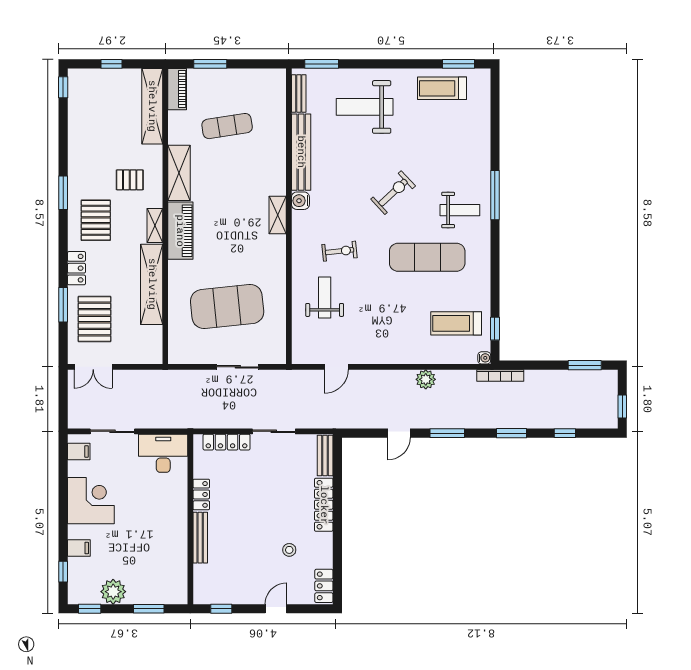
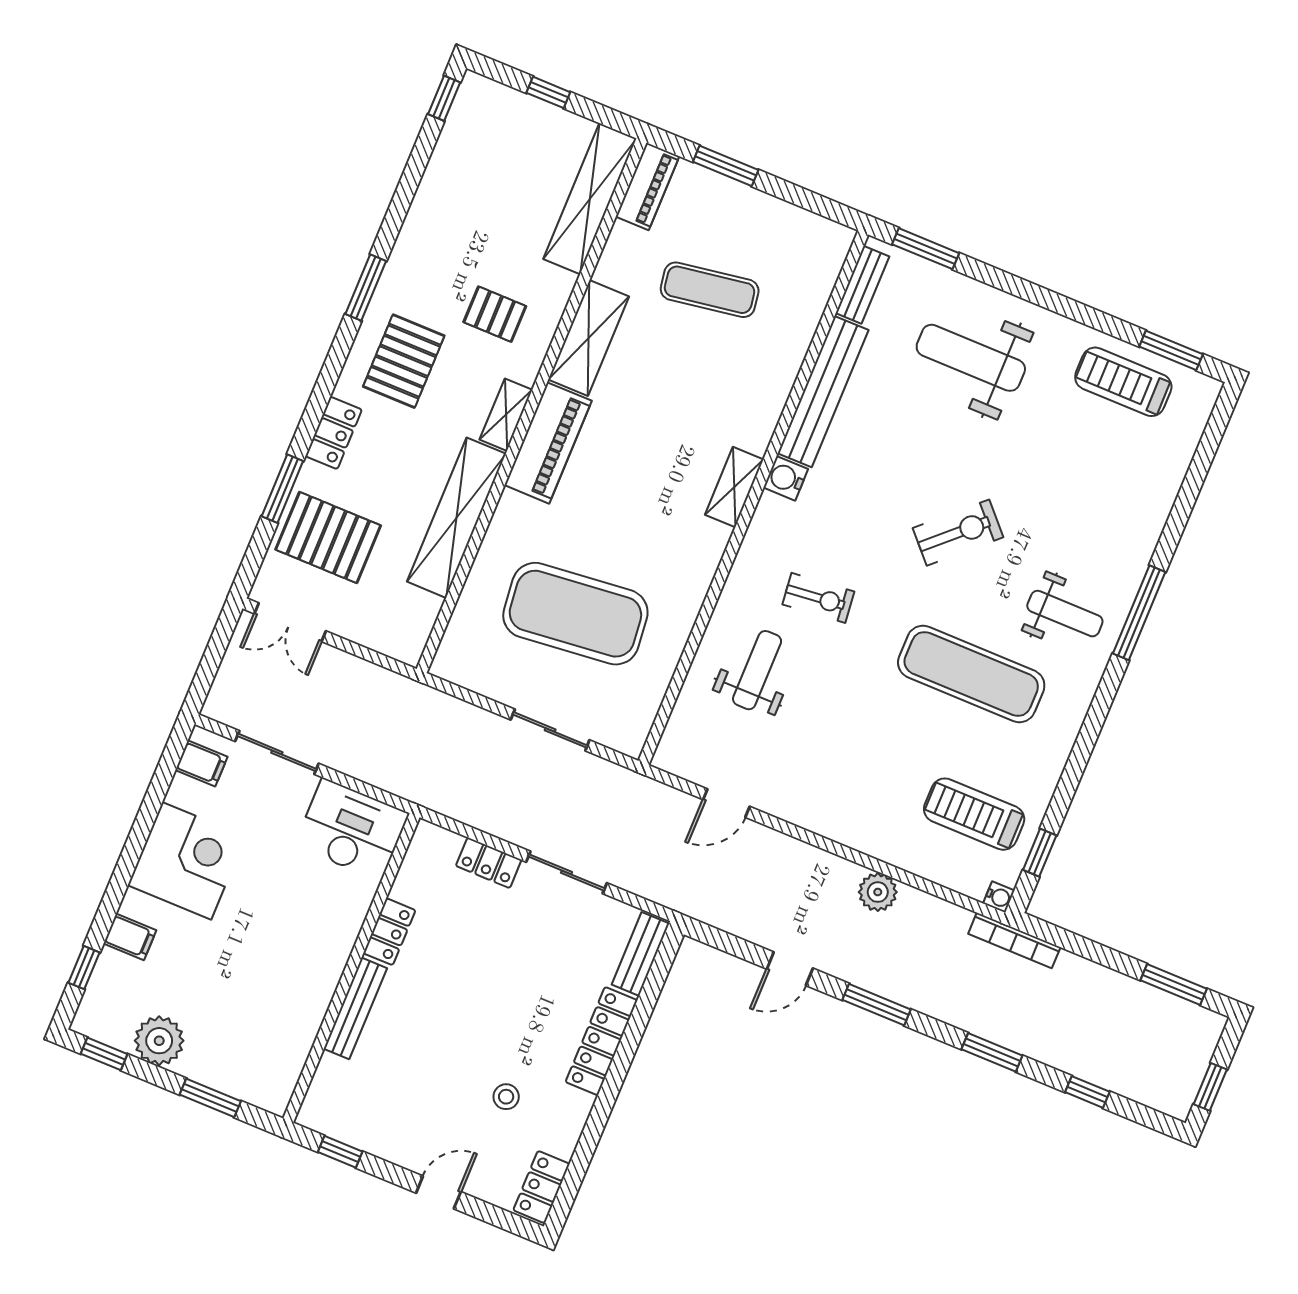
pallet: (94, 319) -> (328, 537), turned 90
locker: (227, 442) -> (489, 863), width x0.66

